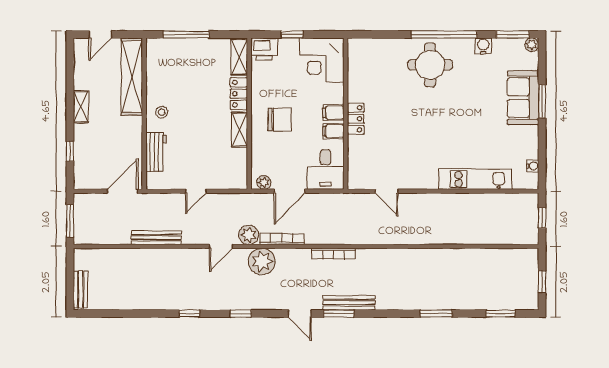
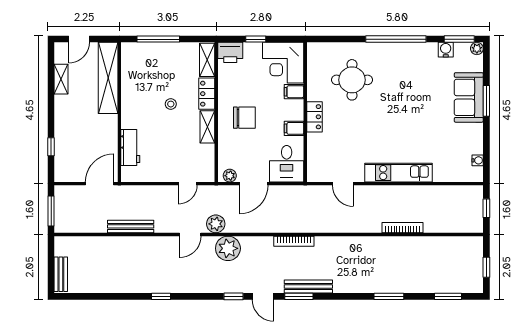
water cooler: (483, 46) -> (446, 50), moved
round table: (430, 65) -> (352, 80), moved
shelving: (81, 107) -> (61, 79), moved
stool: (162, 112) -> (171, 104), moved
filing cabinet: (333, 113) -> (294, 92), moved
kitchen unit: (475, 179) -> (399, 173), moved
door: (196, 191) -> (188, 184), moved
bookcase: (282, 239) -> (402, 228), moved
window: (241, 314) -> (233, 296), moved

